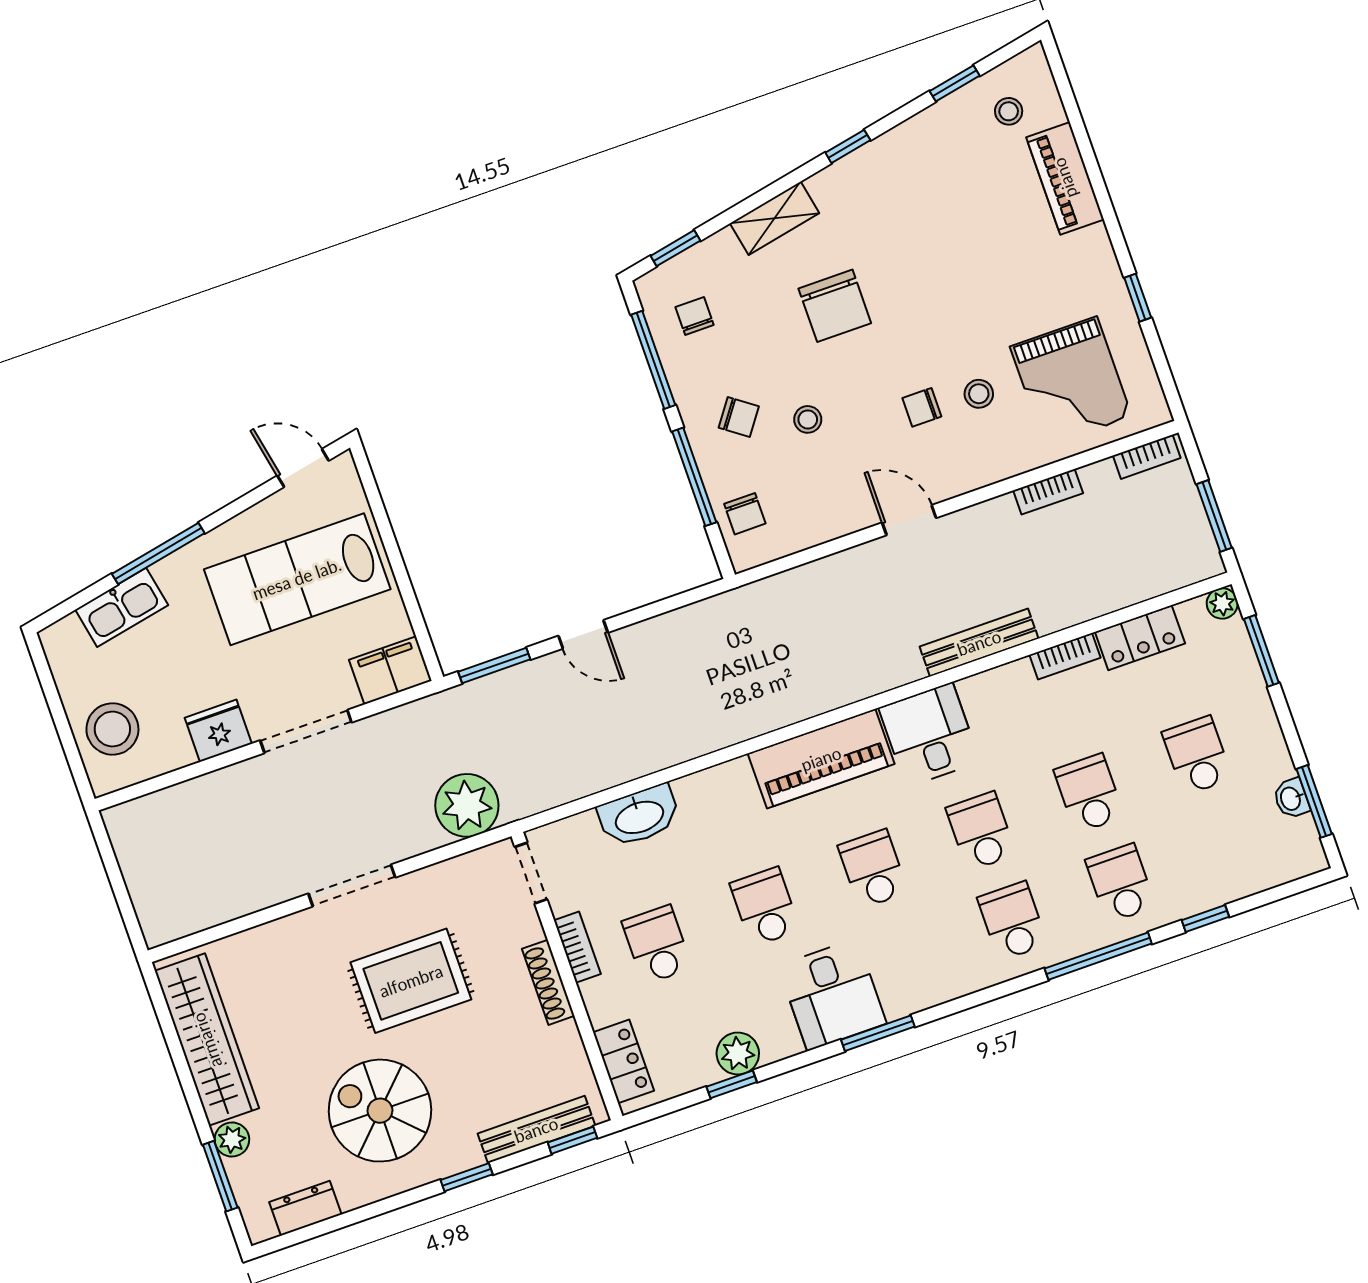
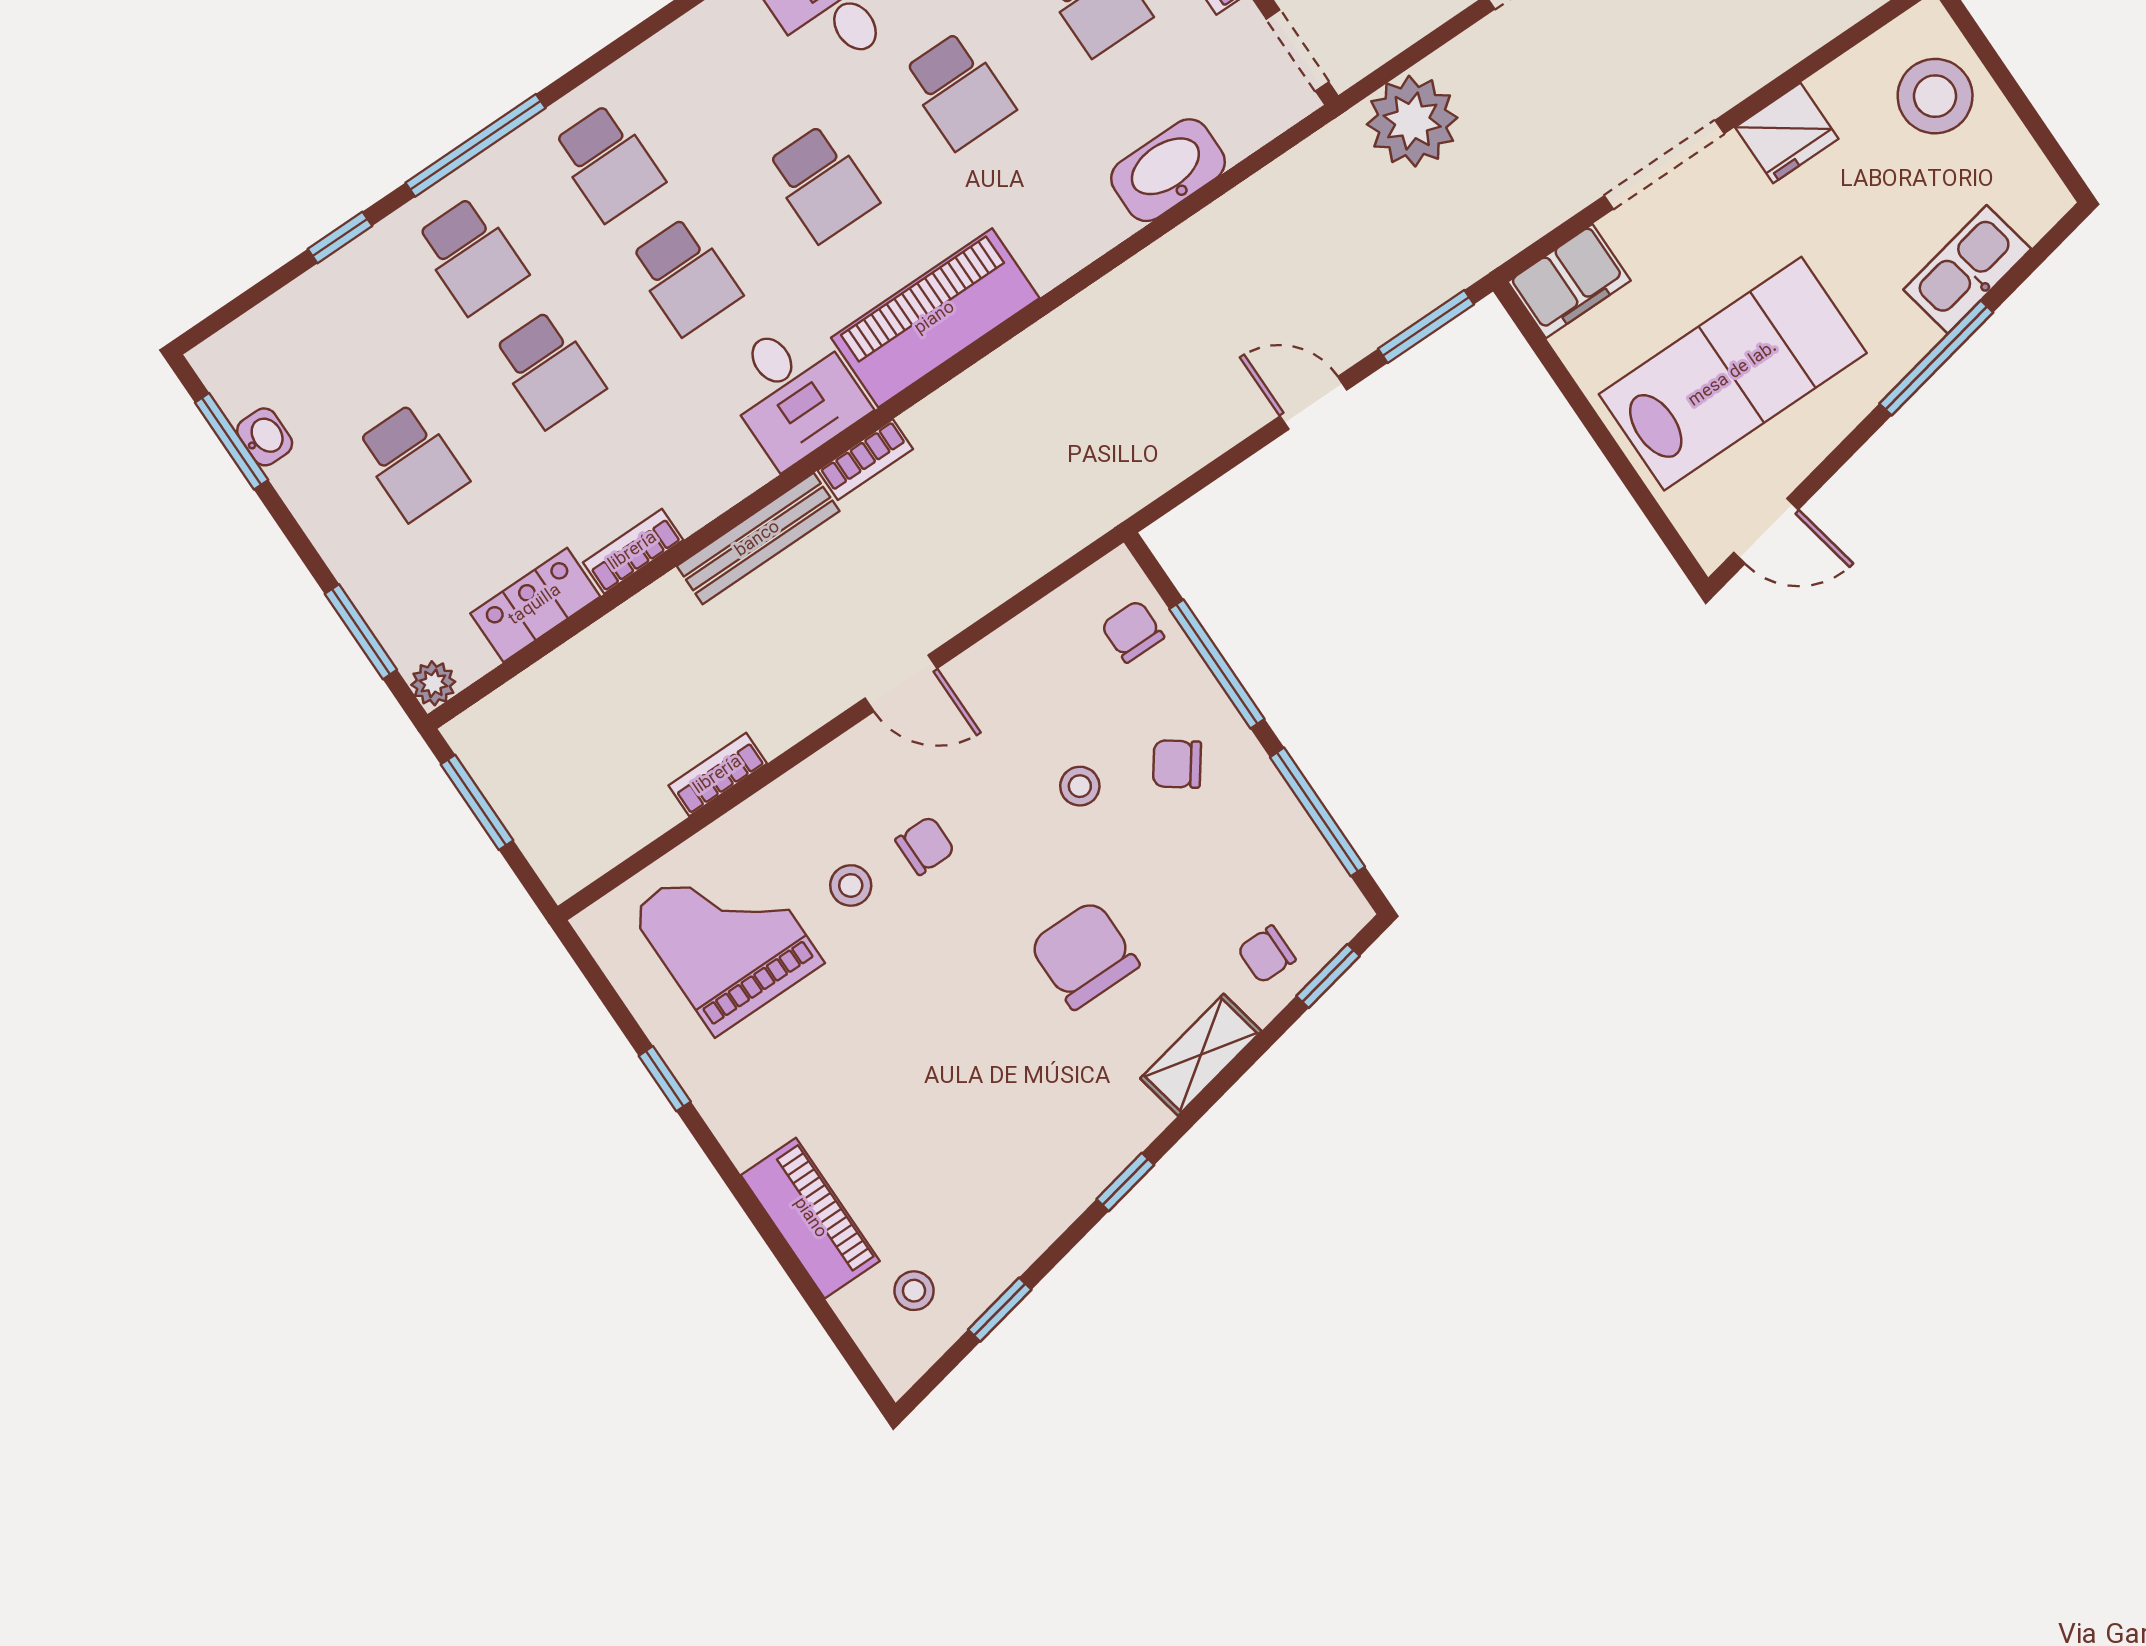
chair: (695, 316) -> (1267, 954), moved, turned 90
bookcase: (1147, 457) -> (865, 460), moved, turned 180

